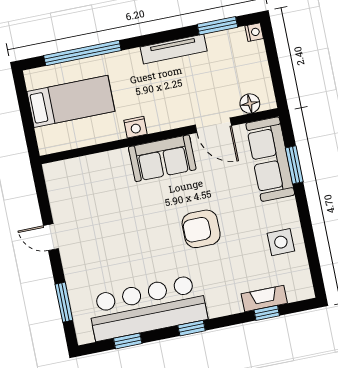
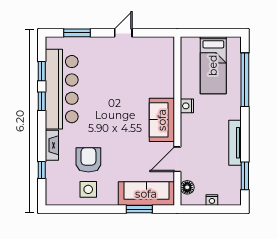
nightstand: (254, 32) -> (212, 200), moved
armchair: (201, 229) -> (88, 160), moved
fireplace: (264, 299) -> (52, 145), moved
window: (192, 328) -> (42, 101), moved

